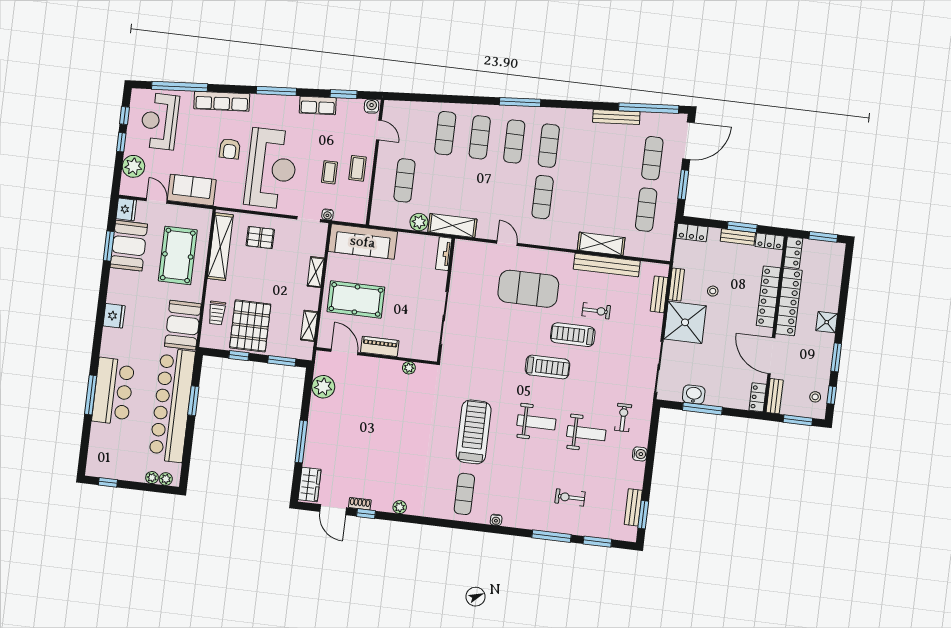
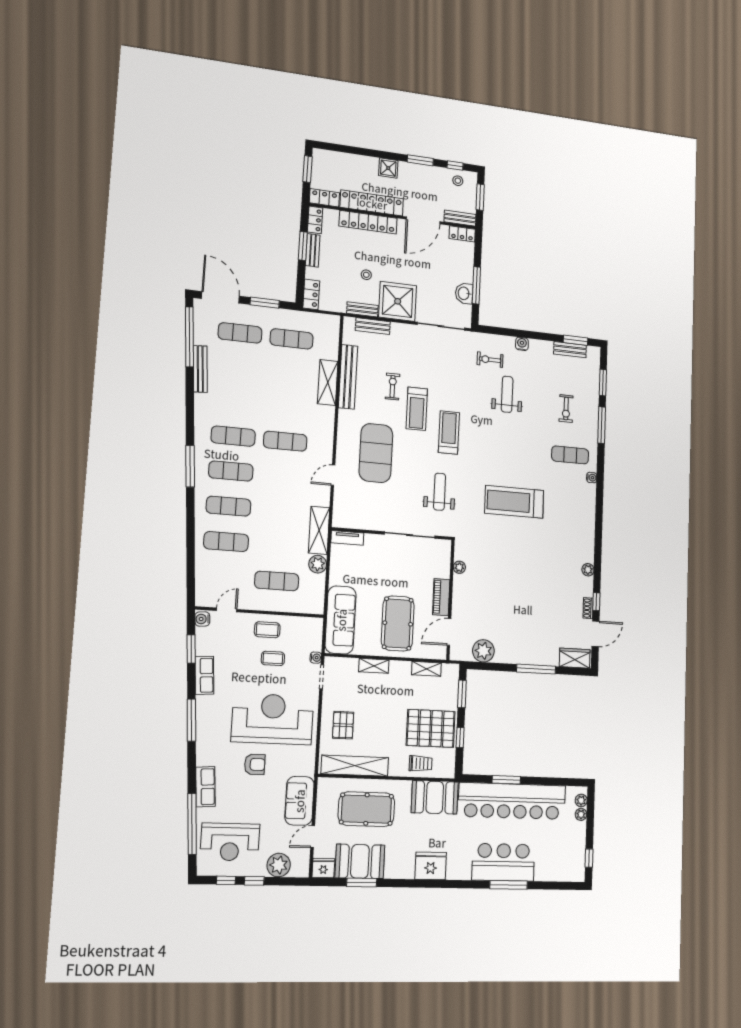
row of seats: (222, 101) -> (205, 787), width x0.68
fridge: (114, 316) -> (431, 866), width x1.36, depth x1.34
weight bench: (536, 422) -> (440, 492), moved
exercise mat: (464, 494) -> (570, 455), moved

